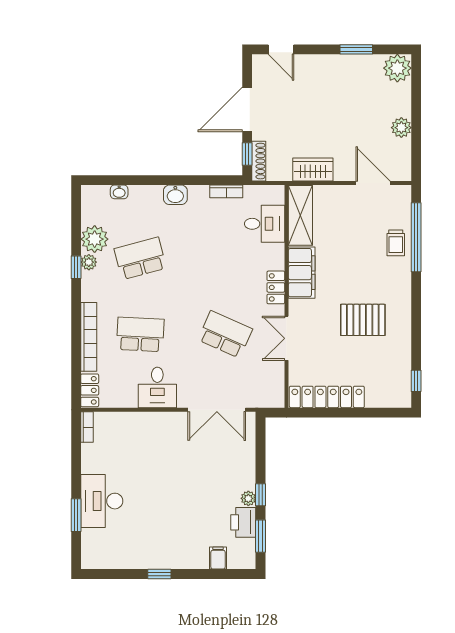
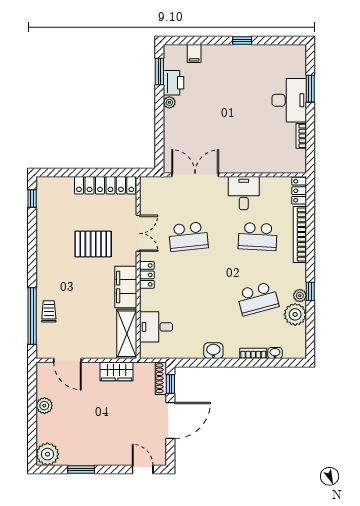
bookcase: (226, 191) -> (253, 353), moved
washbasin: (175, 195) -> (213, 351), moved
pallet: (363, 320) -> (93, 244), moved
school desk: (225, 334) -> (188, 237), turned -30
bookcase: (87, 427) -> (301, 136), moved
window: (261, 495) -> (159, 105), removed

